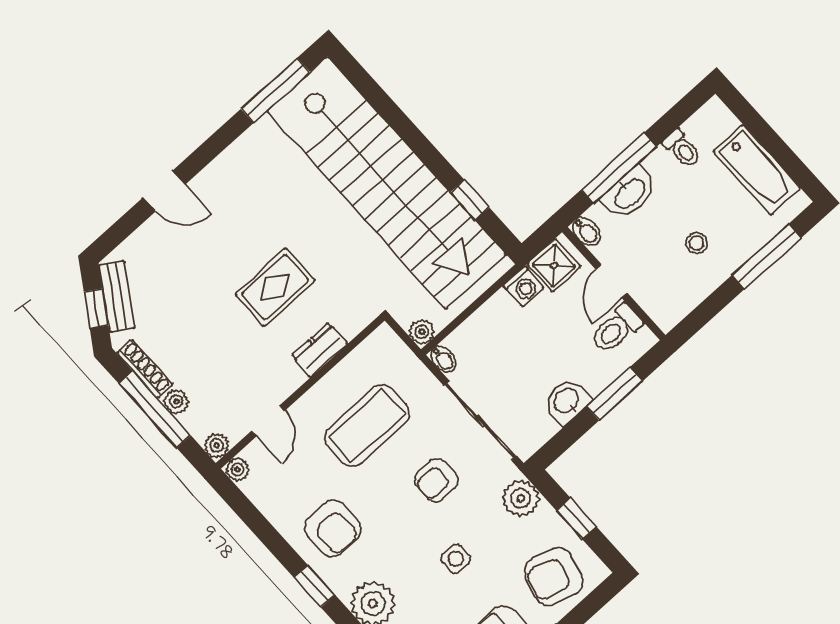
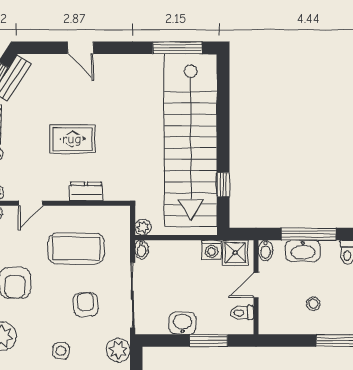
rug: (275, 287) -> (72, 139), moved
toilet: (616, 329) -> (242, 313), width x0.73, depth x0.72
armchair: (436, 480) -> (86, 305), turned 85

